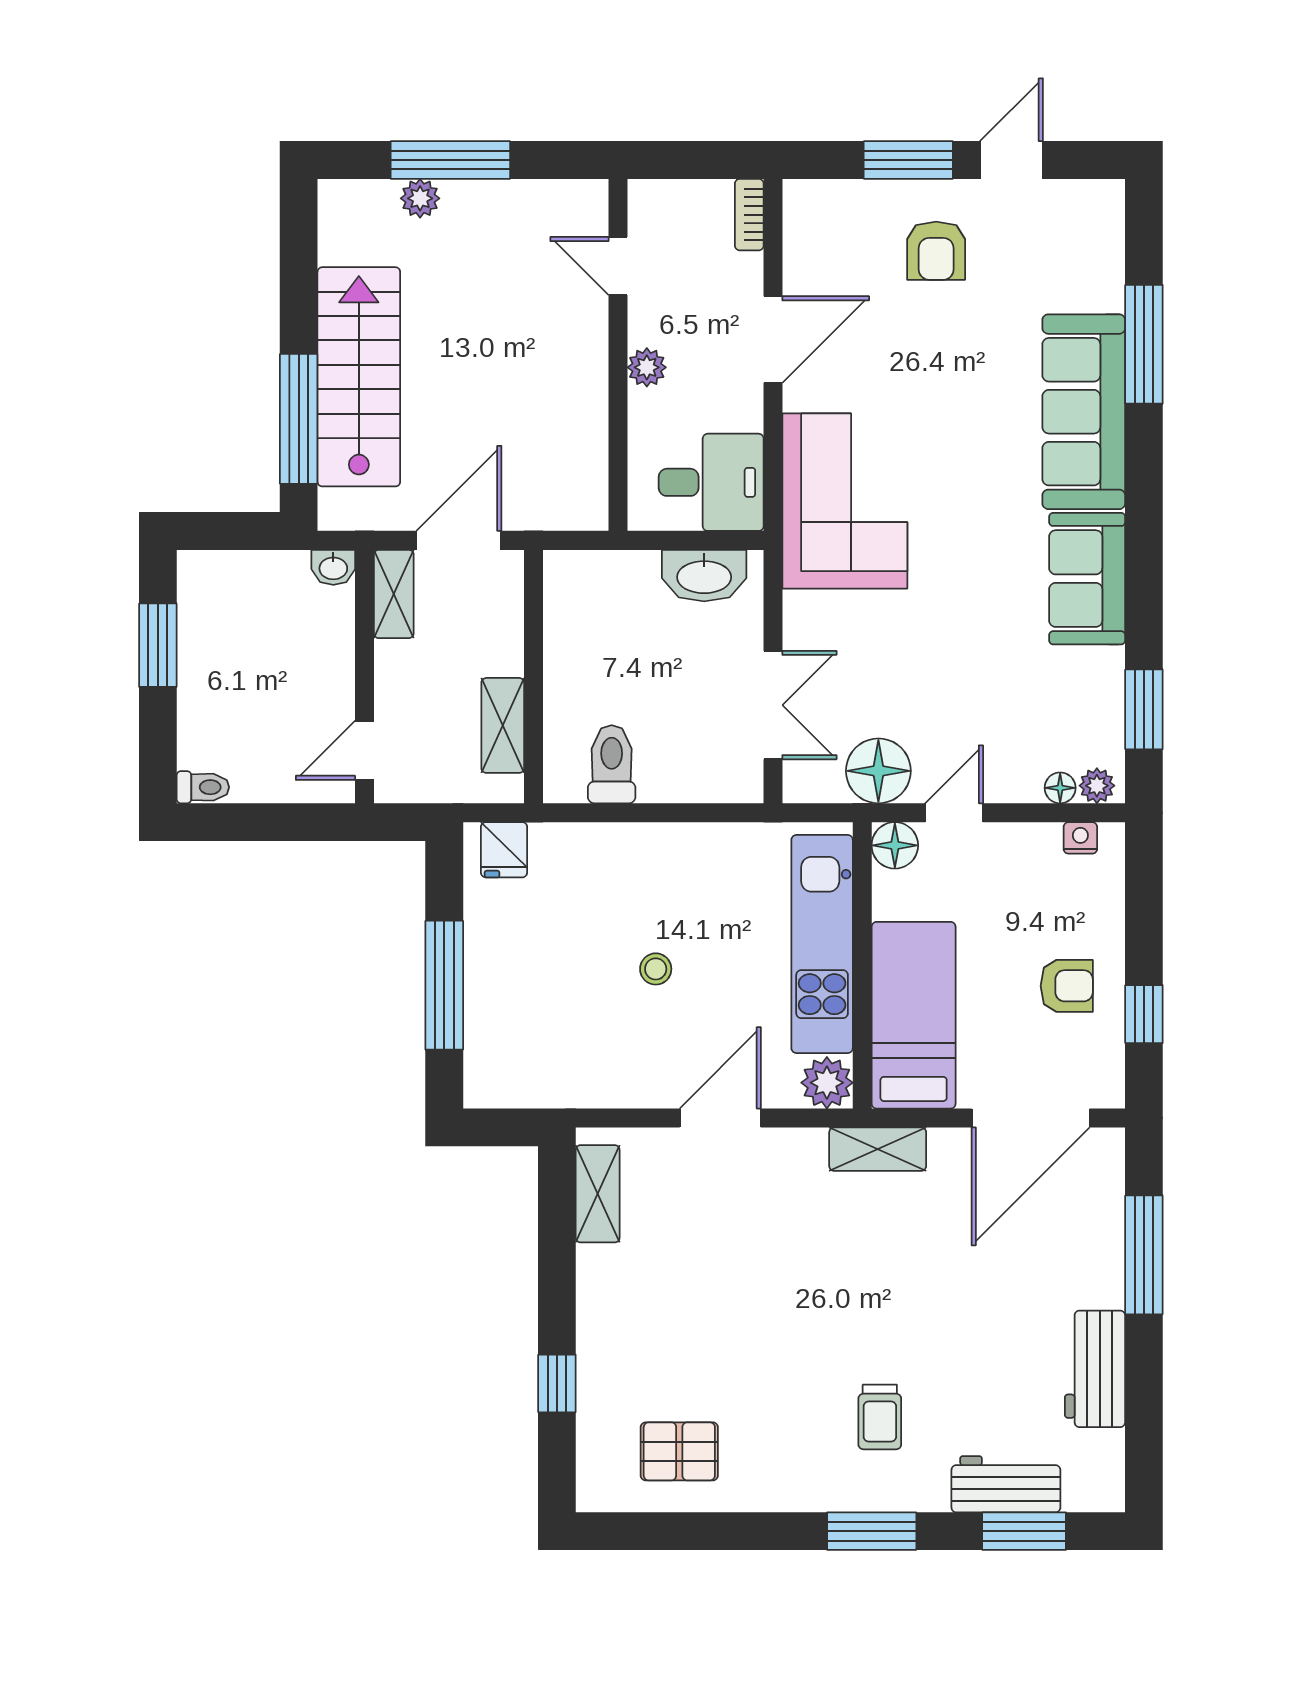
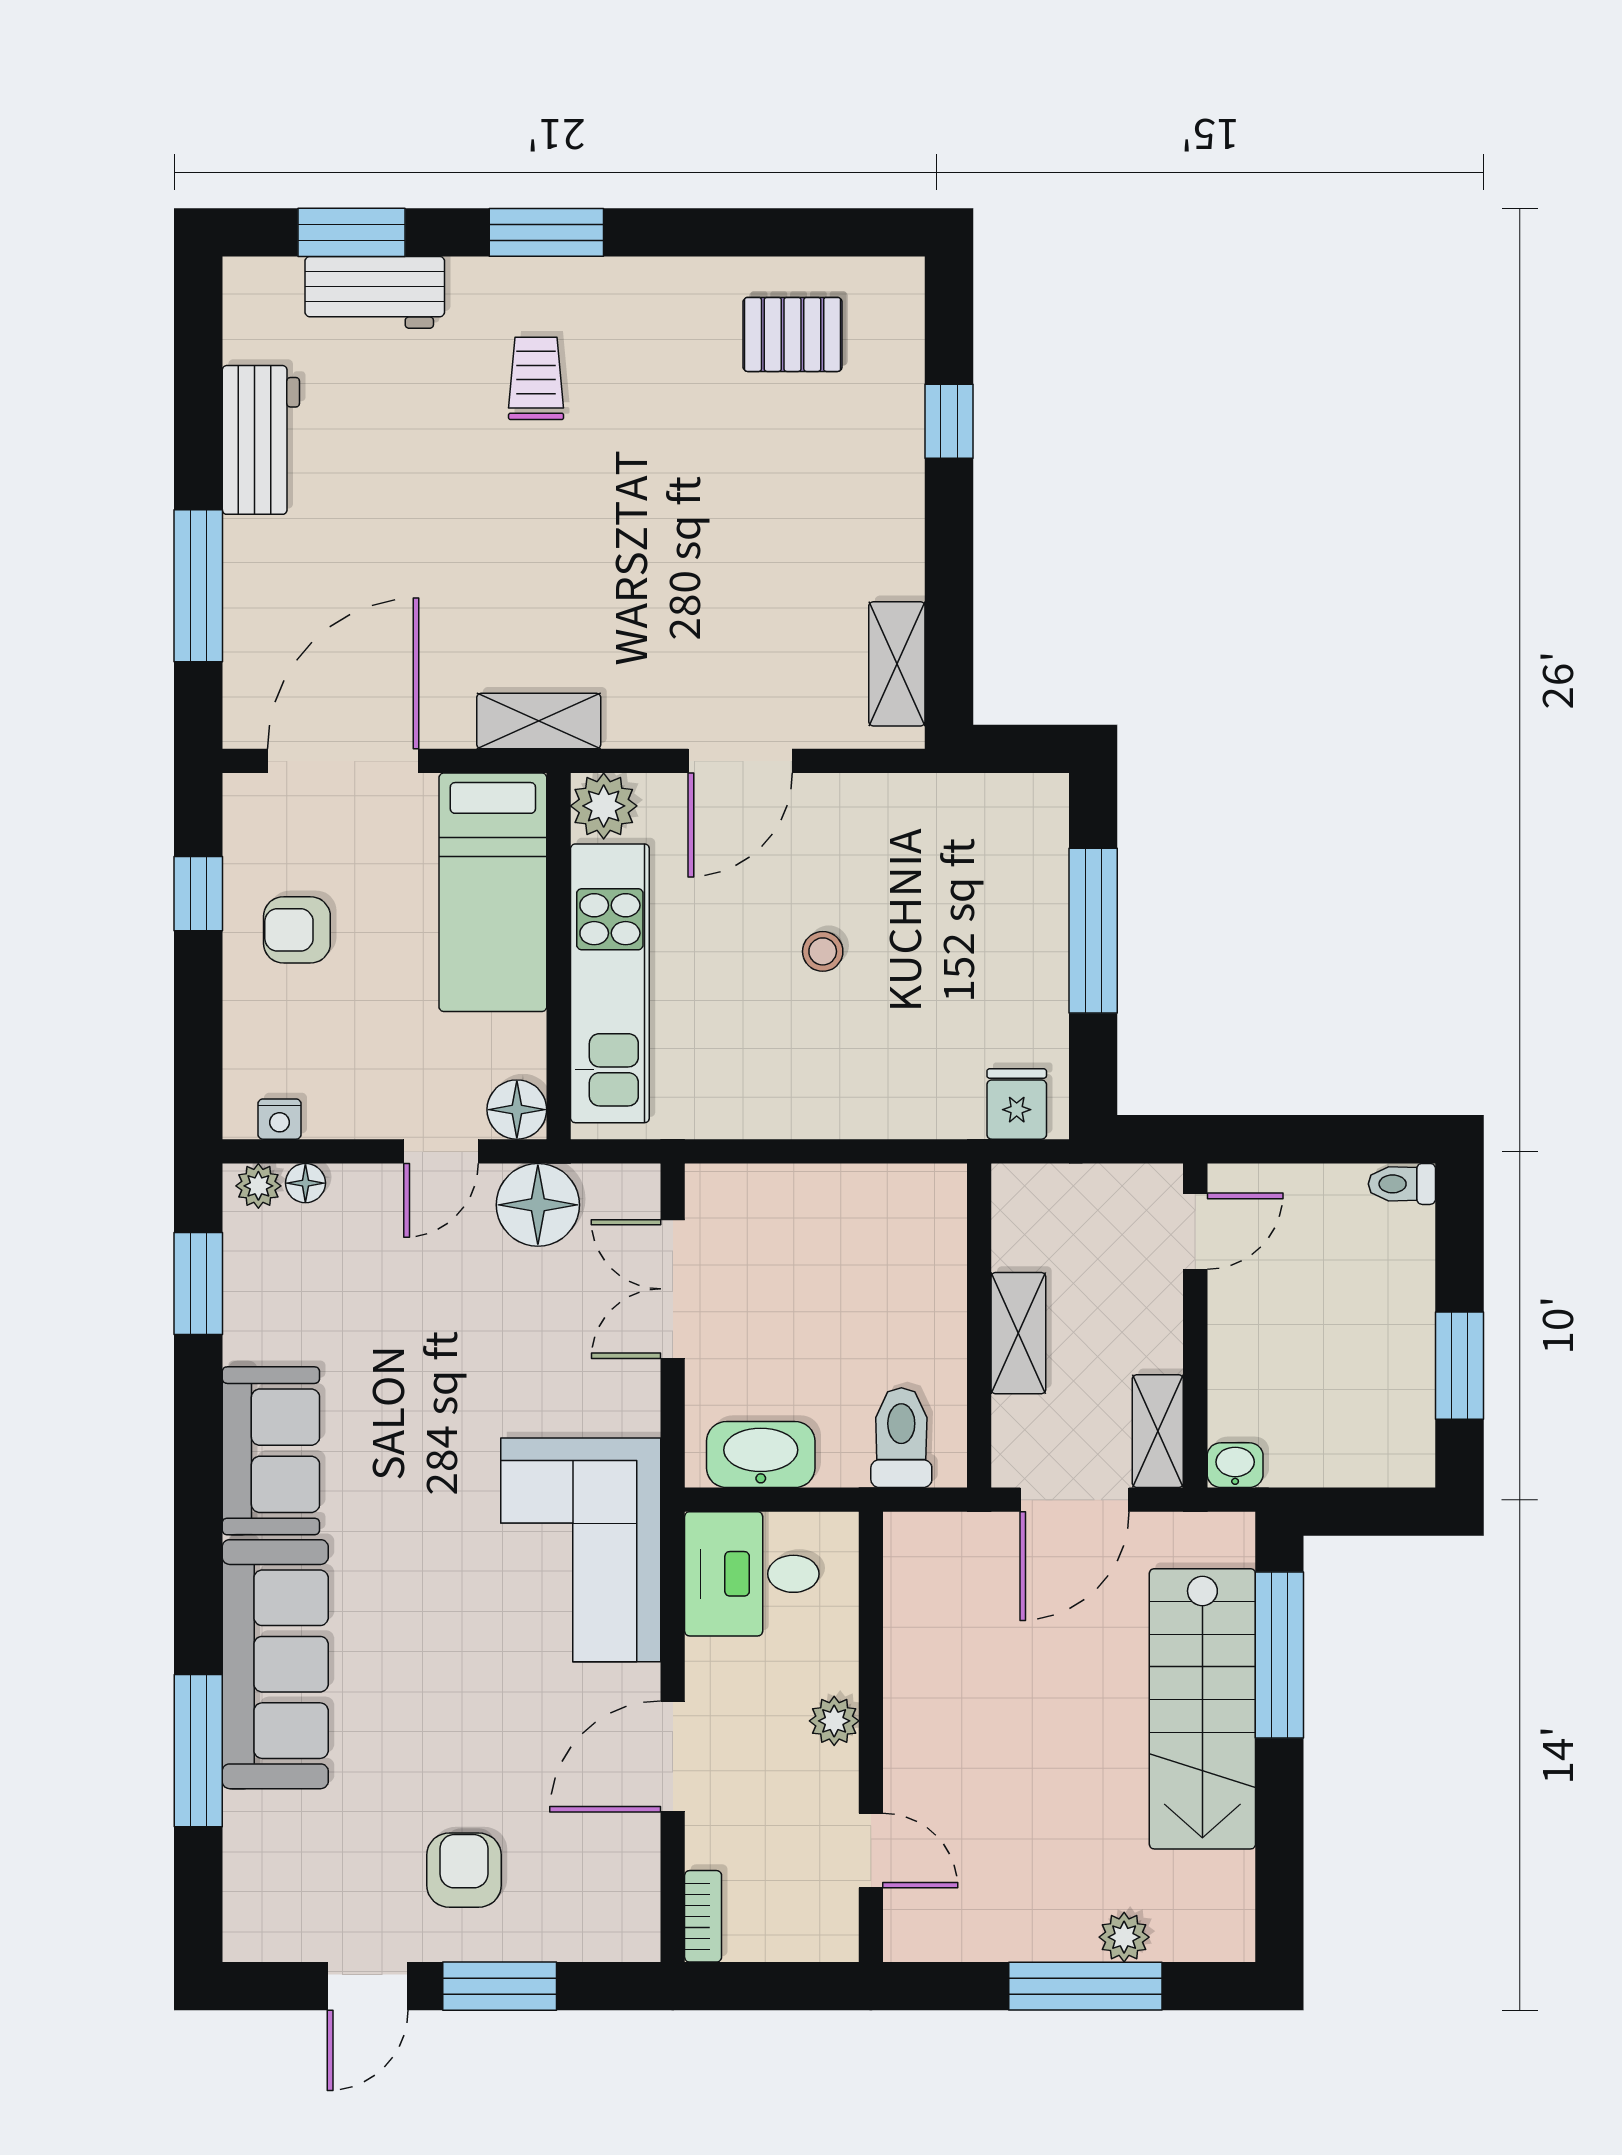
shelving: (503, 725) -> (1018, 1333), moved
toilet: (612, 764) -> (901, 1438), moved, turned 180

